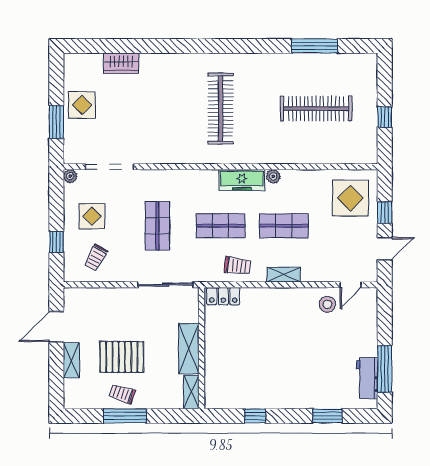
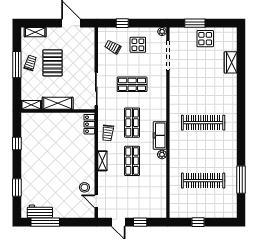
clothes rail: (316, 108) -> (203, 181), turned 90
display table: (351, 198) -> (149, 201), removed
shelving: (71, 360) -> (35, 32), moved

